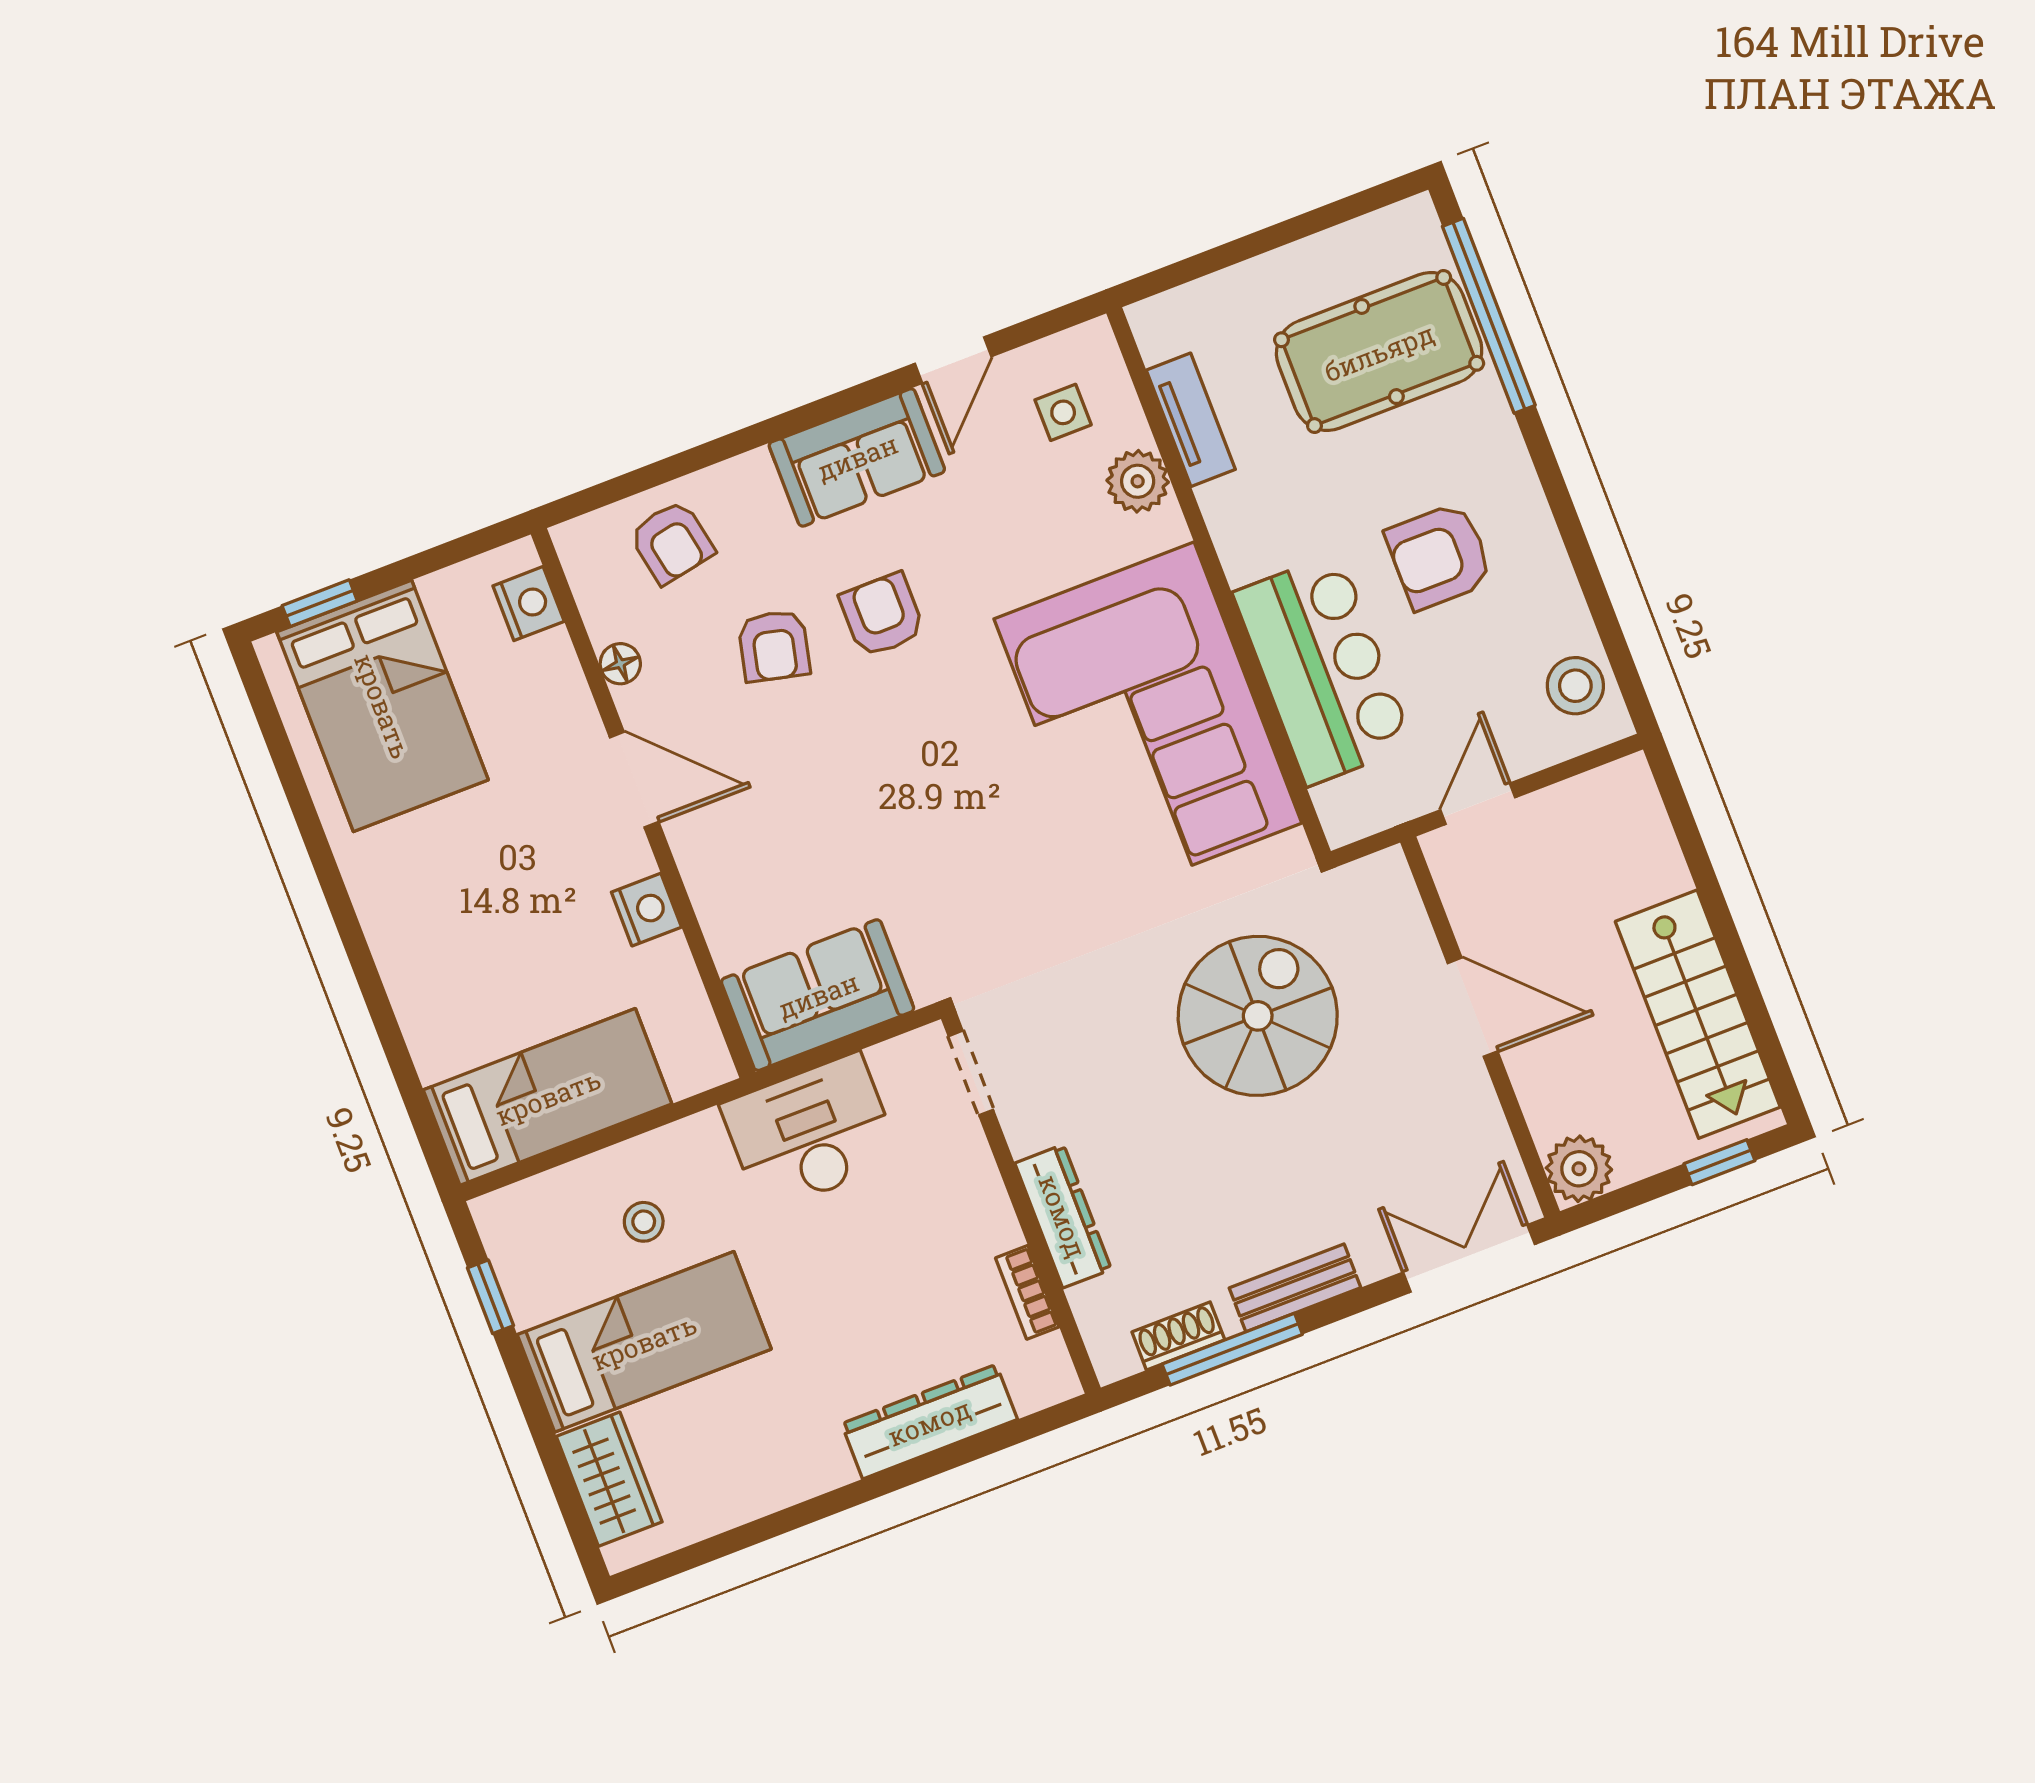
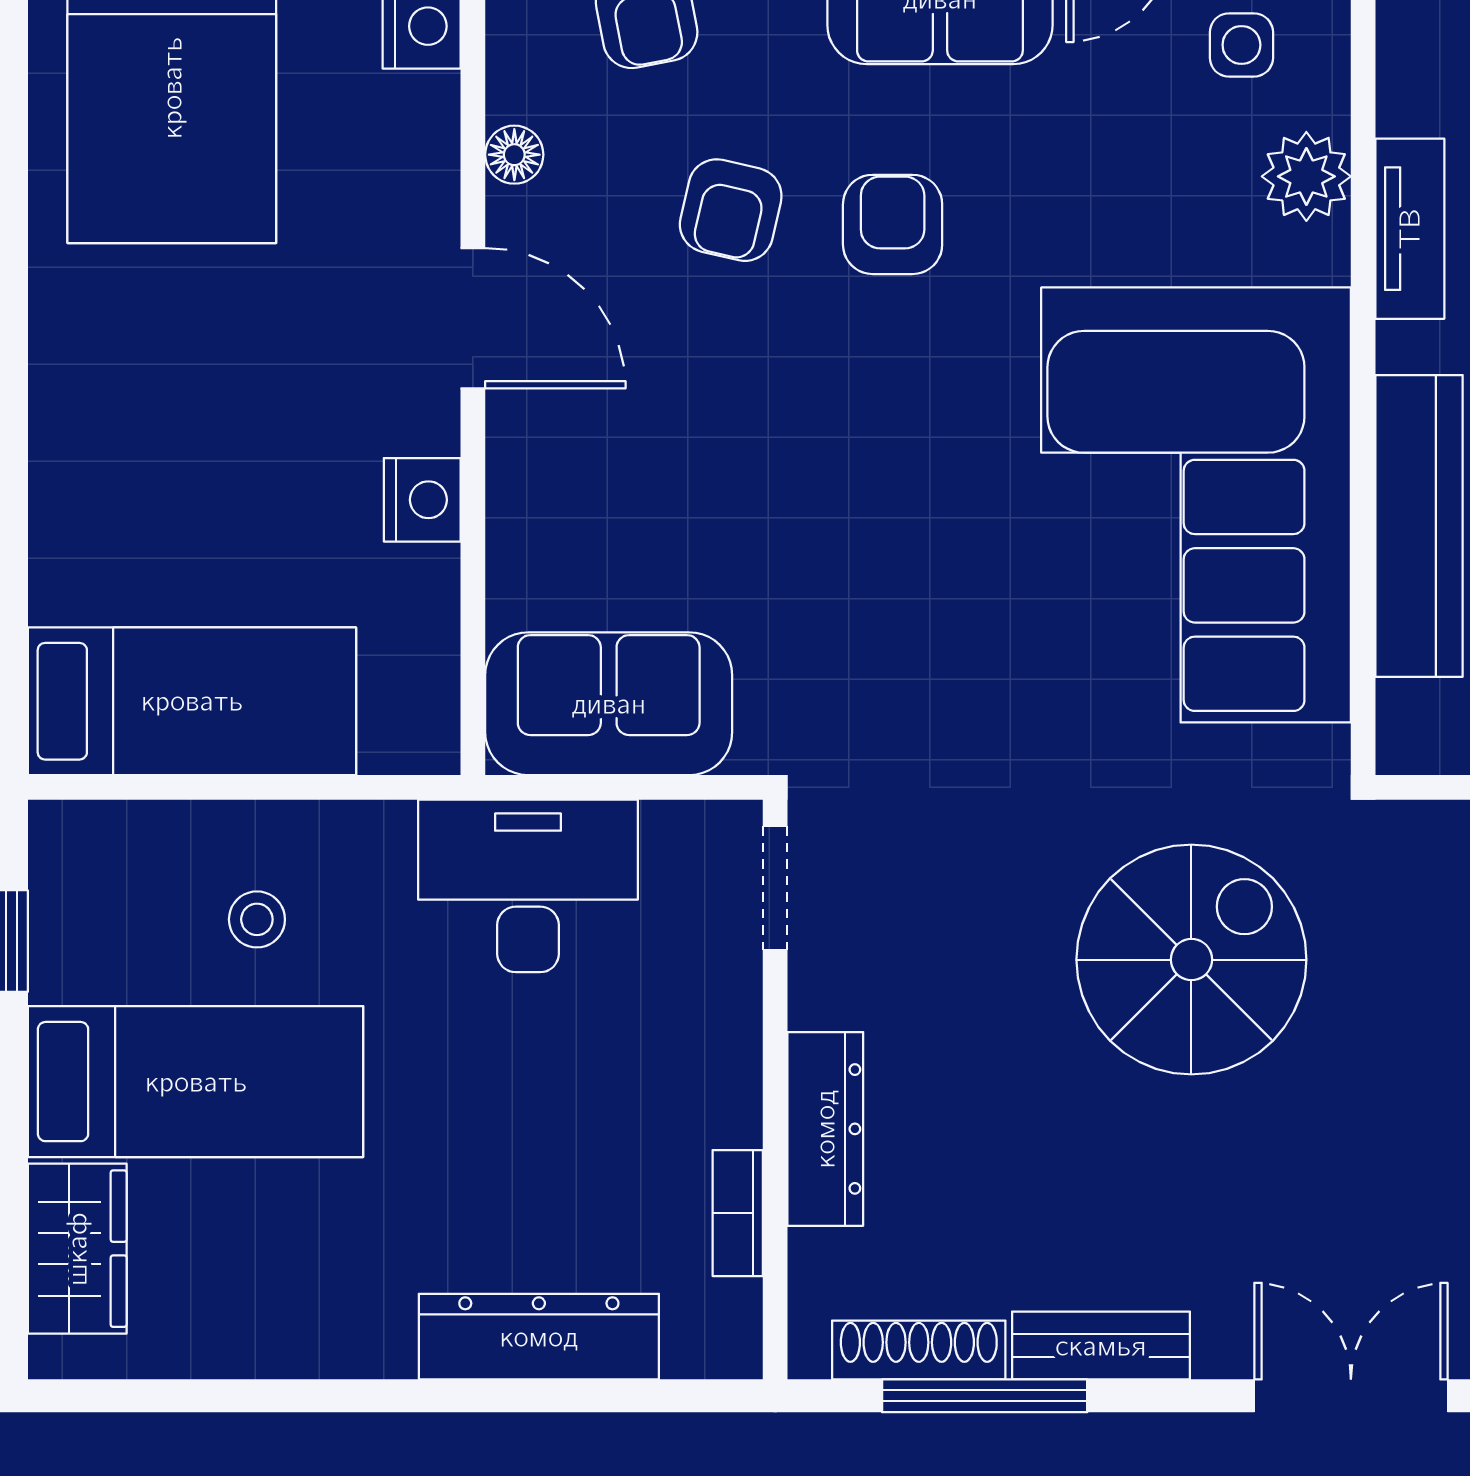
tv unit: (1191, 420) -> (1410, 229), moved
shoe rack: (1178, 1336) -> (919, 1350), width x1.43

